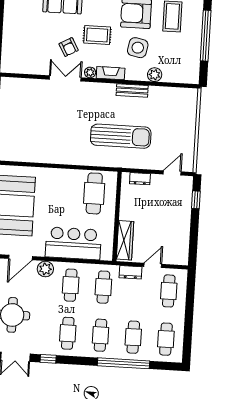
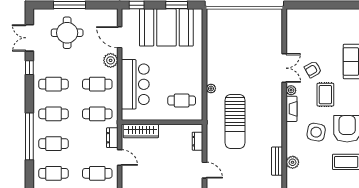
plant: (155, 75) -> (293, 162), moved
bench: (132, 90) -> (277, 161), moved
plant: (83, 160) -> (211, 89), added
cafe table: (94, 193) -> (182, 101), width x0.73, depth x0.74

